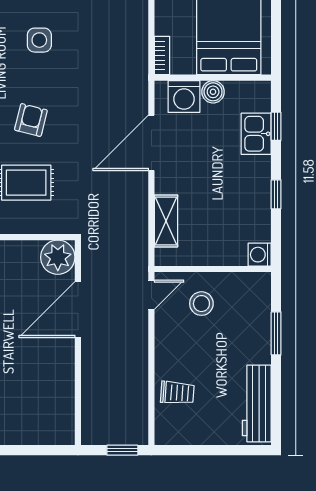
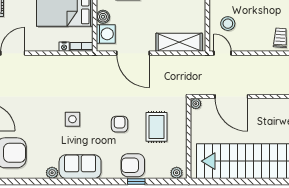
nightstand: (162, 26) -> (64, 47), added
armchair: (31, 120) -> (120, 124), turned 76
shelving: (166, 221) -> (179, 42), width x1.50, depth x1.33
plant: (58, 257) -> (196, 104), width x0.53, depth x0.53

